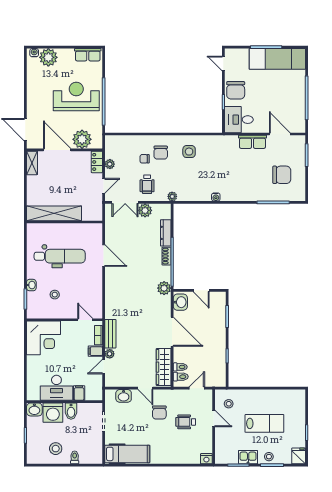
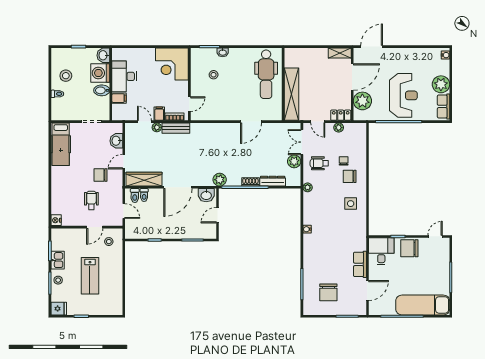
plant: (48, 57) -> (441, 84), moved
exam couch: (277, 59) -> (423, 305), moved, turned 90
shelving: (54, 213) -> (291, 94), moved
dental chair: (60, 256) -> (266, 74), moved

